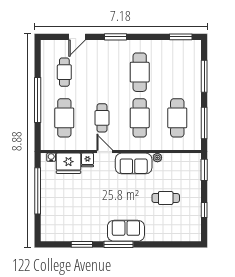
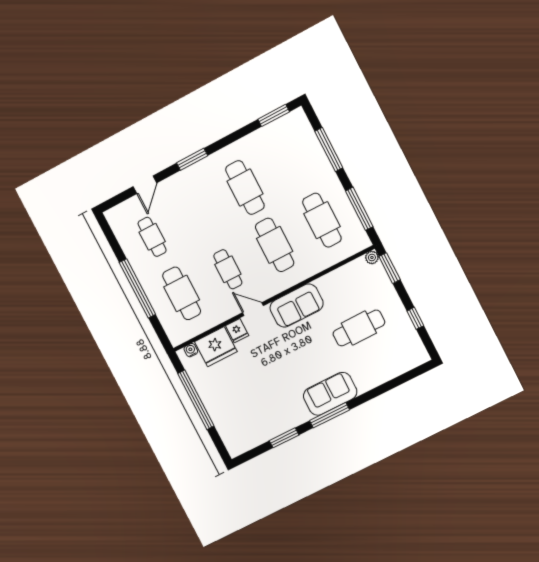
plant: (157, 158) -> (372, 257), moved
cafe table: (166, 198) -> (359, 328), width x1.37, depth x1.35

